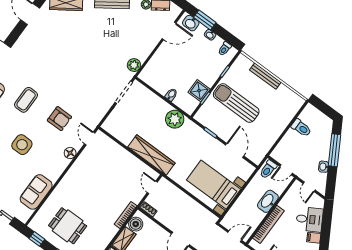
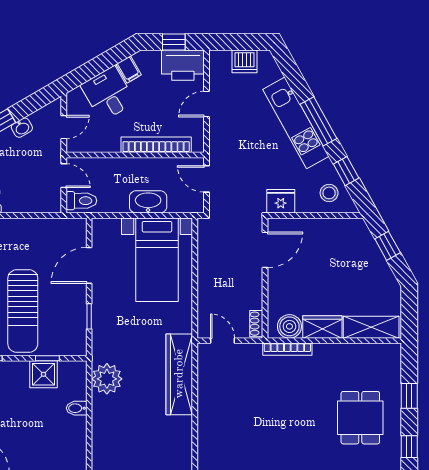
door: (152, 187) -> (223, 341), swing flipped
washbasin: (268, 201) -> (148, 202), moved, turned 180

